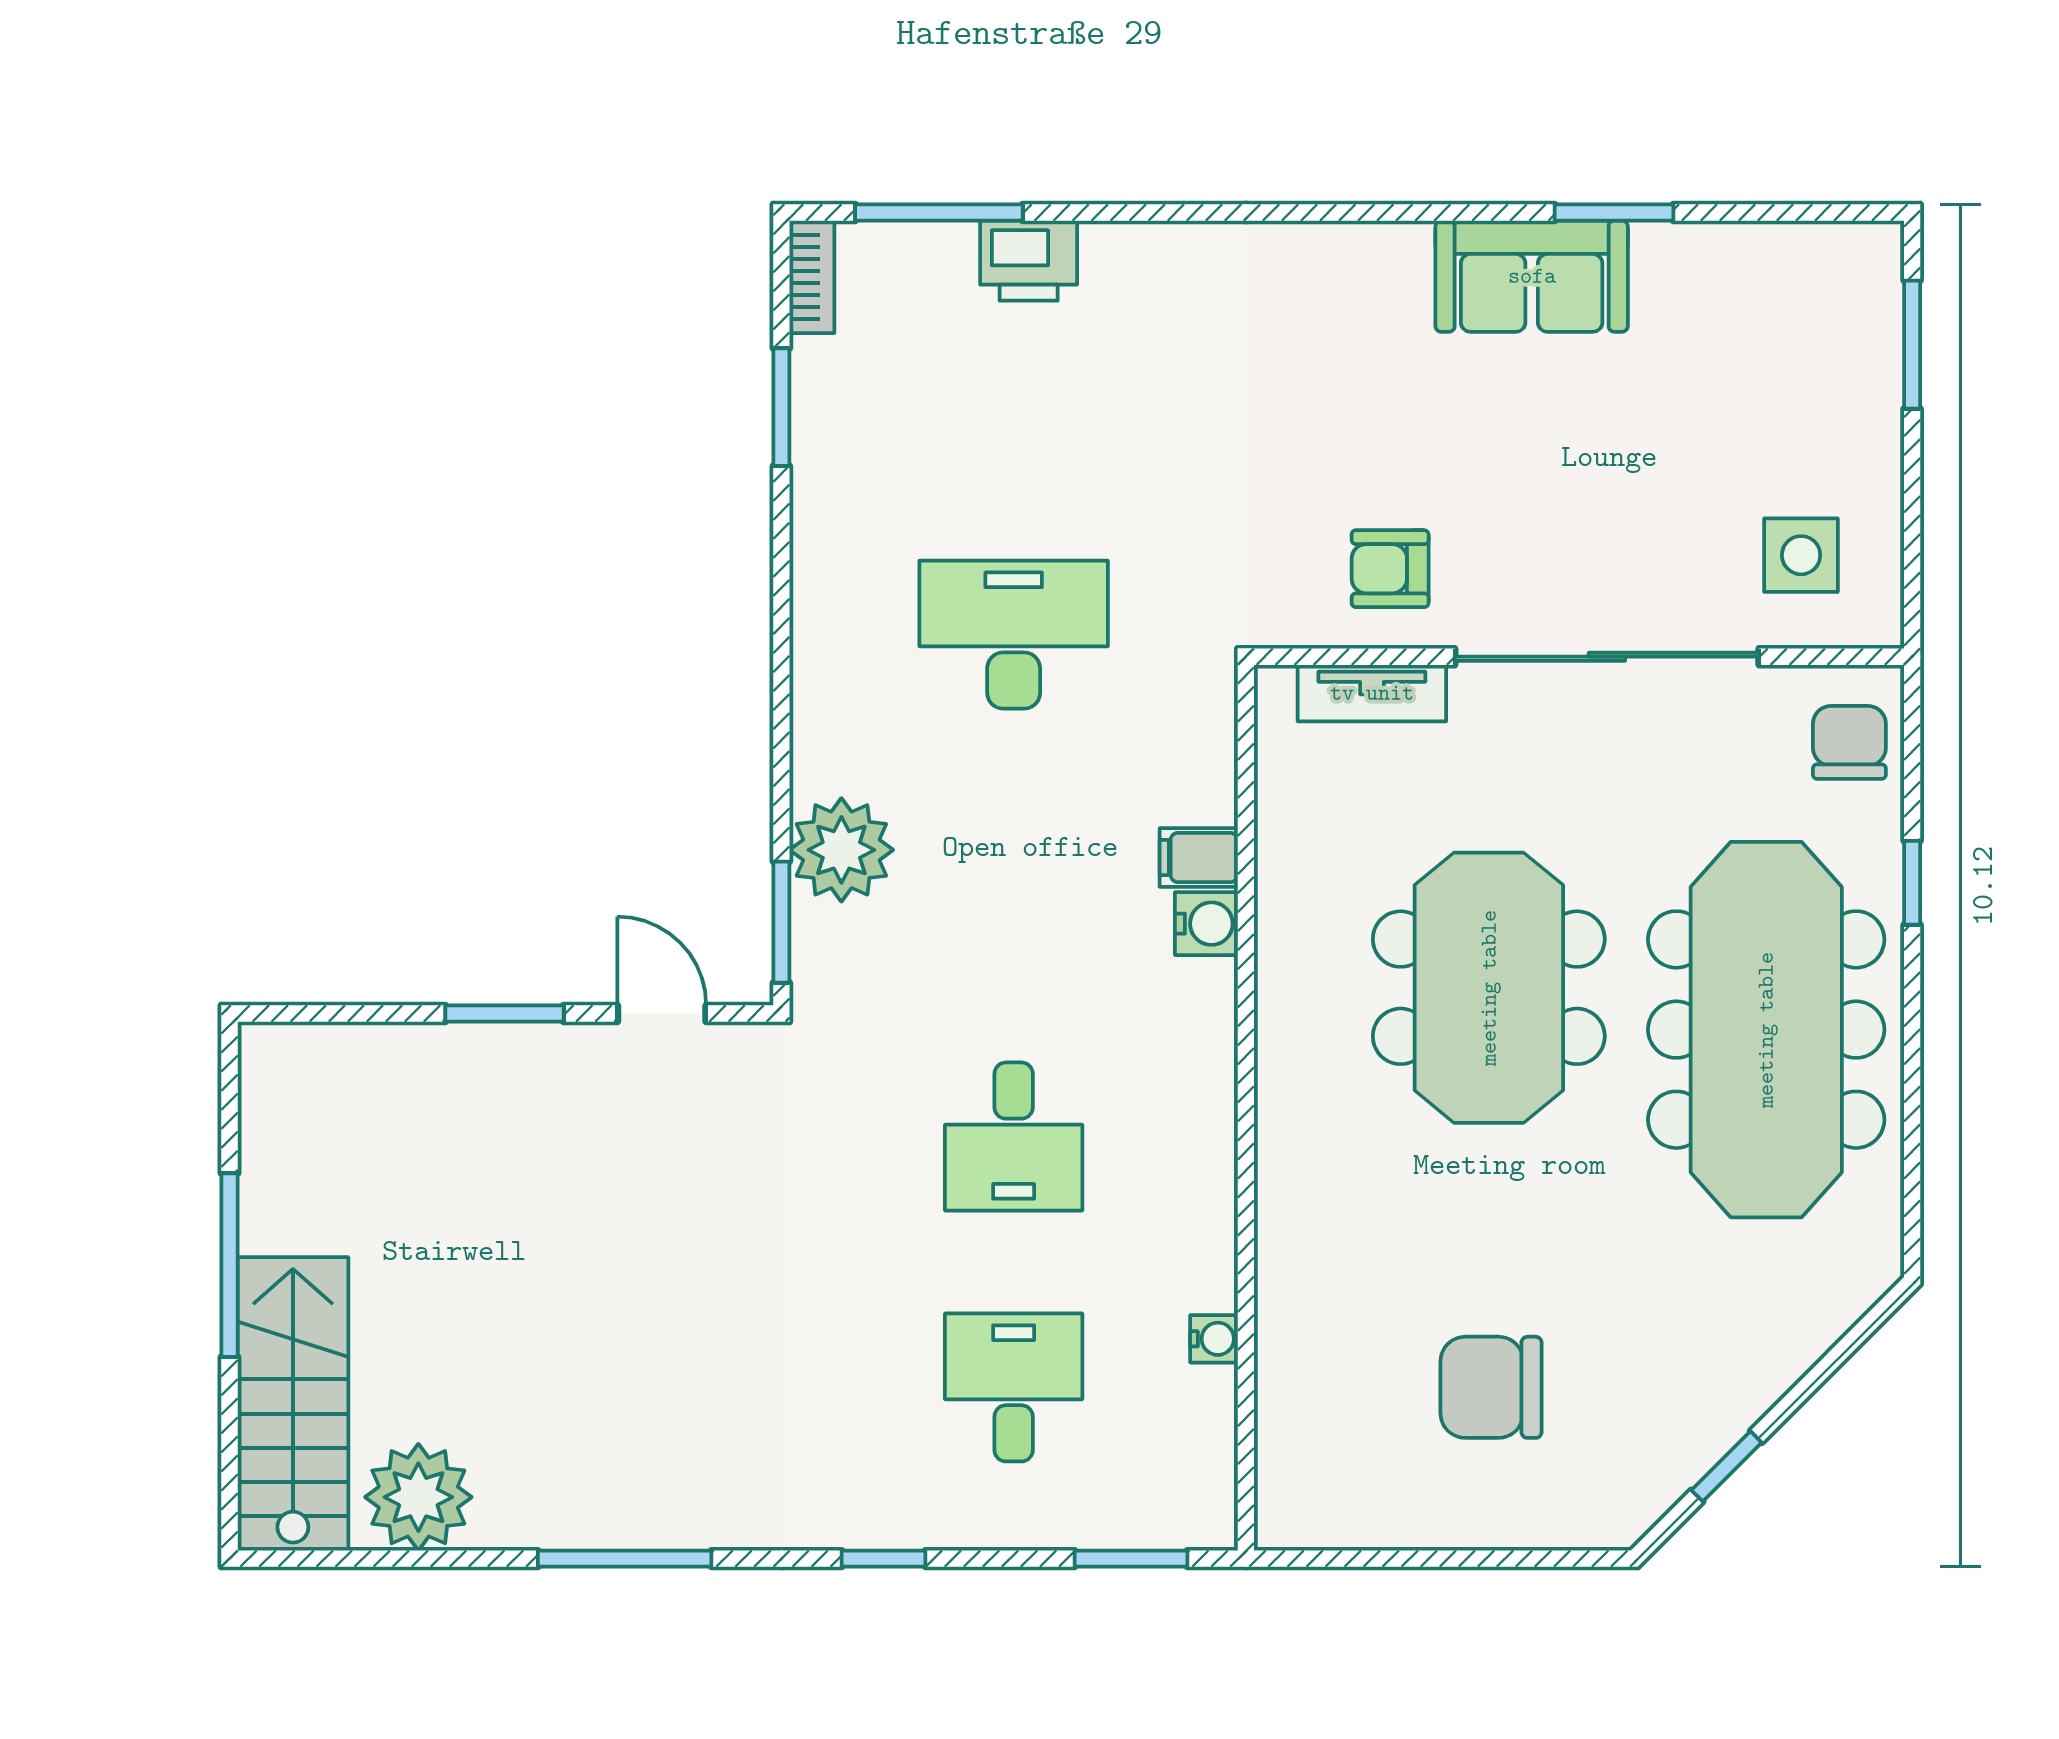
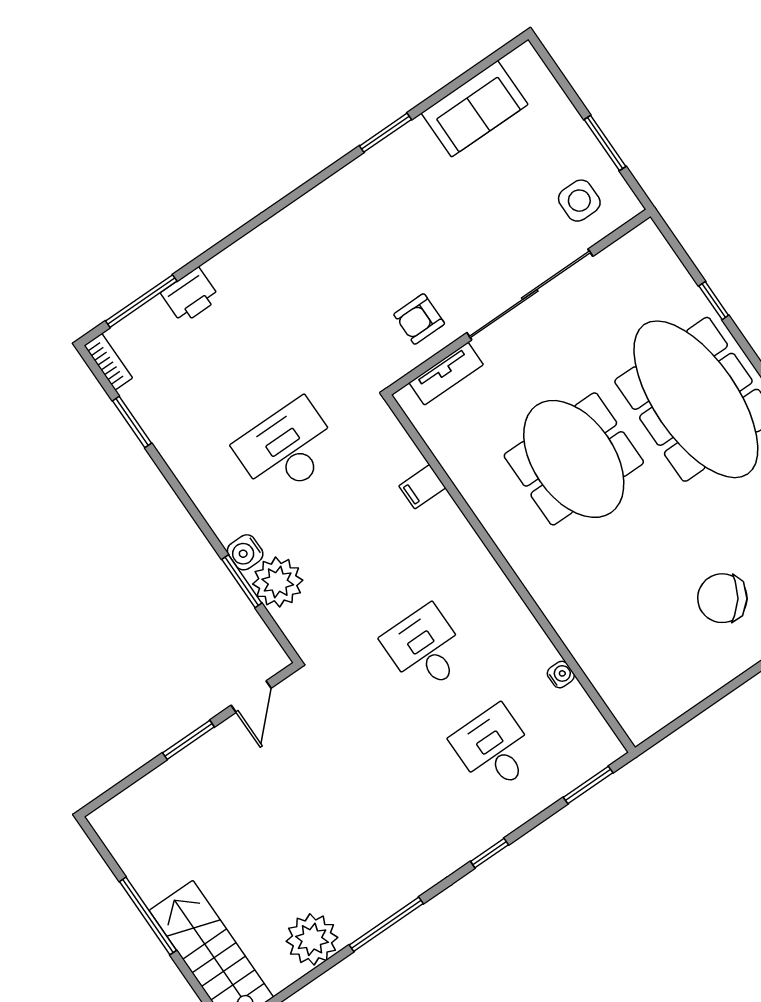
window: (1614, 213) -> (385, 133), moved
sofa: (1532, 276) -> (474, 109), moved
window: (1912, 345) -> (605, 143), moved
chair: (1849, 742) -> (650, 262), removed
window: (781, 922) -> (242, 581), moved
water cooler: (1206, 924) -> (245, 552), moved, turned 180
door: (662, 1013) -> (251, 697), swing flipped
desk: (1014, 1137) -> (425, 649), turned 180
chair: (1491, 1387) -> (722, 598), moved, turned 36
plant: (418, 1497) -> (312, 939), moved

